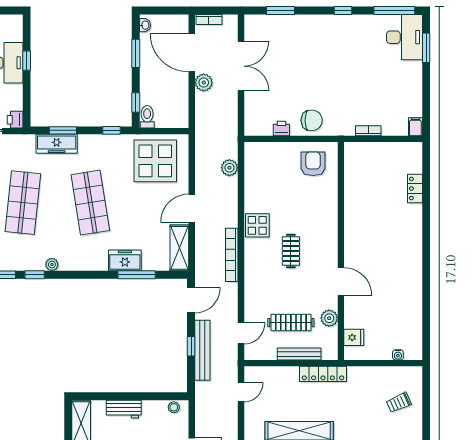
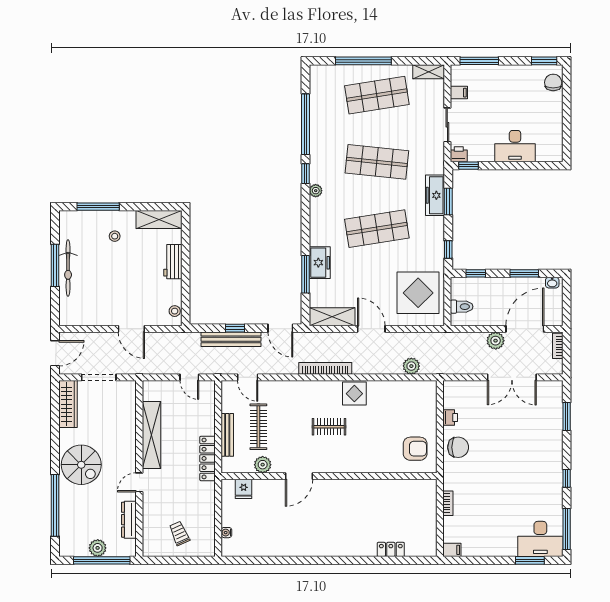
window: (27, 61) -> (469, 166), moved
toilet: (147, 117) -> (462, 307), moved
chair: (312, 120) -> (458, 447), turned -90

